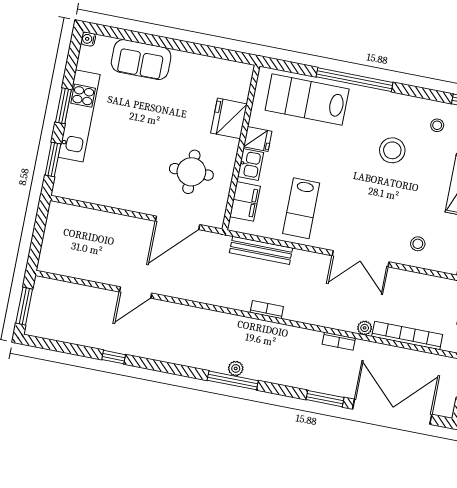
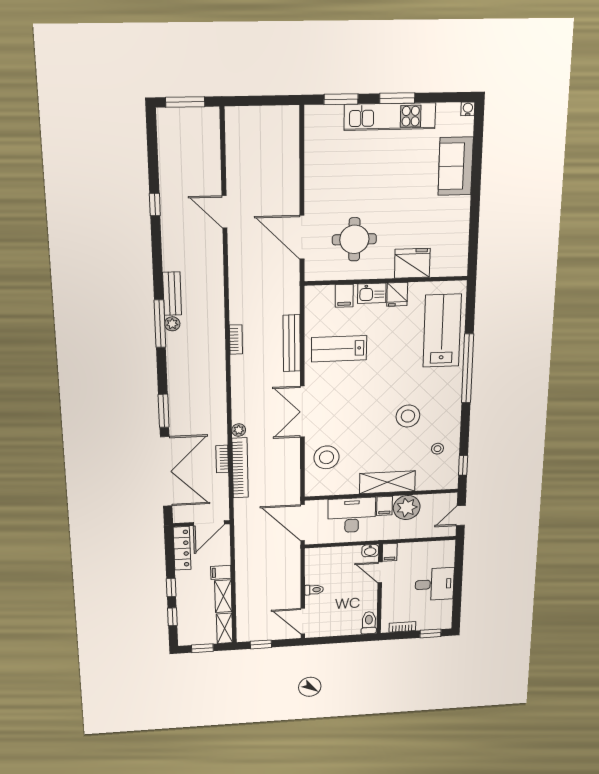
filing cabinet: (245, 201) -> (344, 296), width x0.50
stool: (418, 244) -> (326, 457), width x1.89, depth x1.89
bench: (261, 250) -> (292, 343), moved
bookcase: (339, 341) -> (222, 459), moved
bench: (205, 361) -> (172, 294), added

